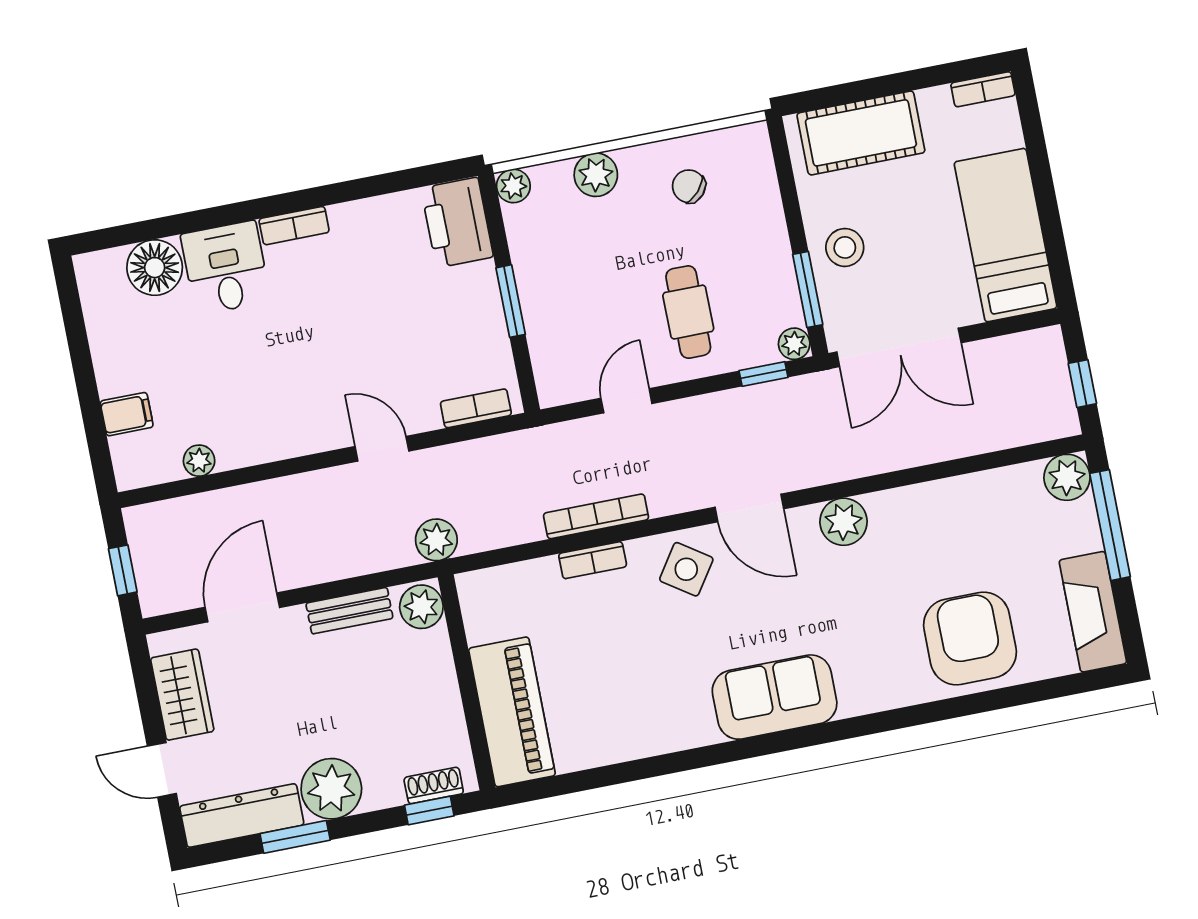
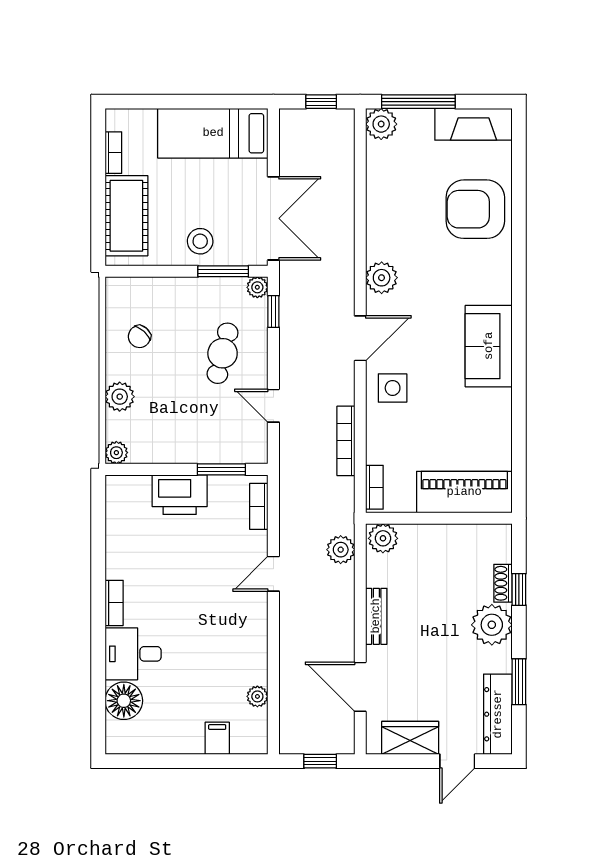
bookcase: (983, 89) -> (113, 153), moved
printer: (457, 222) -> (180, 495), moved
window: (511, 301) -> (221, 469), moved
cafe table: (688, 312) -> (223, 353), turned -76
bookcase: (593, 560) -> (374, 487), moved
side table: (686, 569) -> (393, 388), turned -34
plant: (421, 607) -> (383, 538), moved
wall: (467, 682) -> (439, 518), moved
piano: (512, 712) -> (464, 492), moved
plant: (331, 789) -> (492, 625), moved

